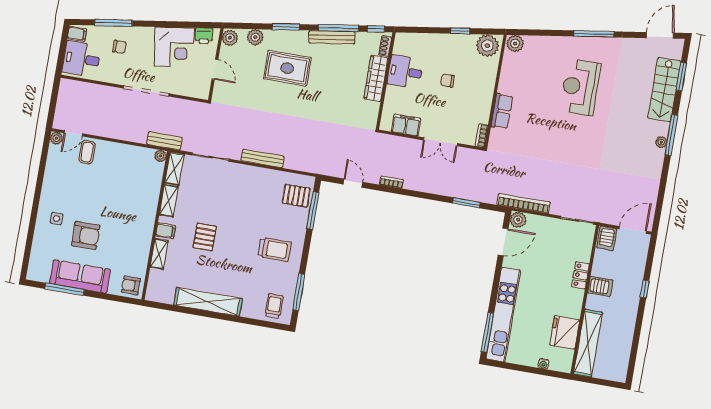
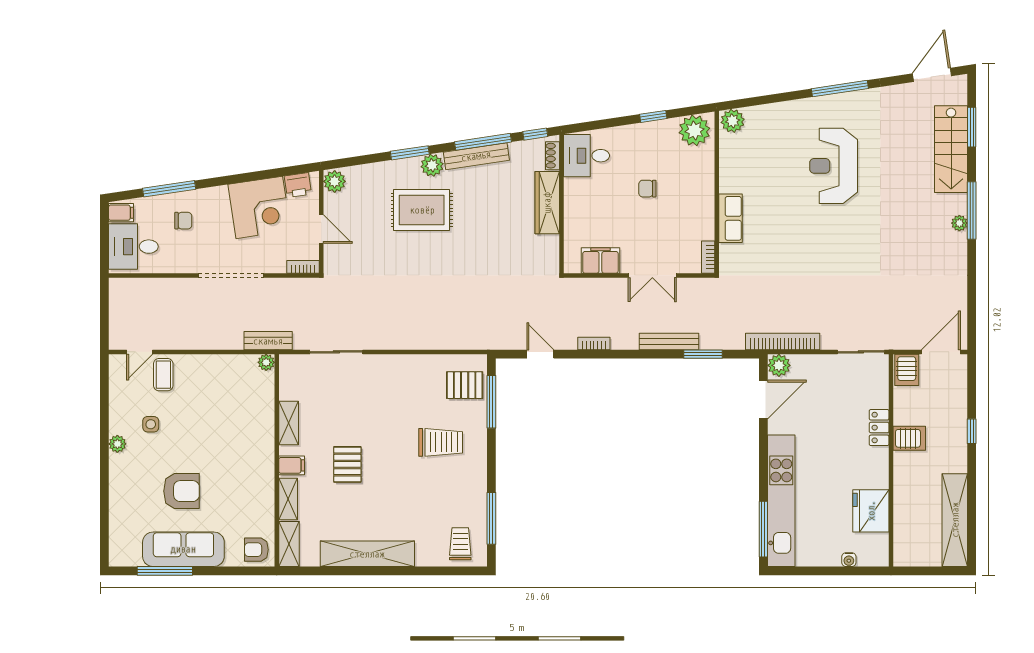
plant: (255, 37) -> (432, 165), moved
desk: (405, 72) -> (587, 156), moved
bookcase: (198, 94) -> (303, 267), added
plant: (56, 138) -> (117, 444), moved
bench: (263, 159) -> (669, 342), moved
shelving: (174, 169) -> (289, 544), moved
side table: (57, 219) -> (151, 424), moved
trolley: (275, 249) -> (441, 442), moved
shelving: (588, 343) -> (955, 520), moved

